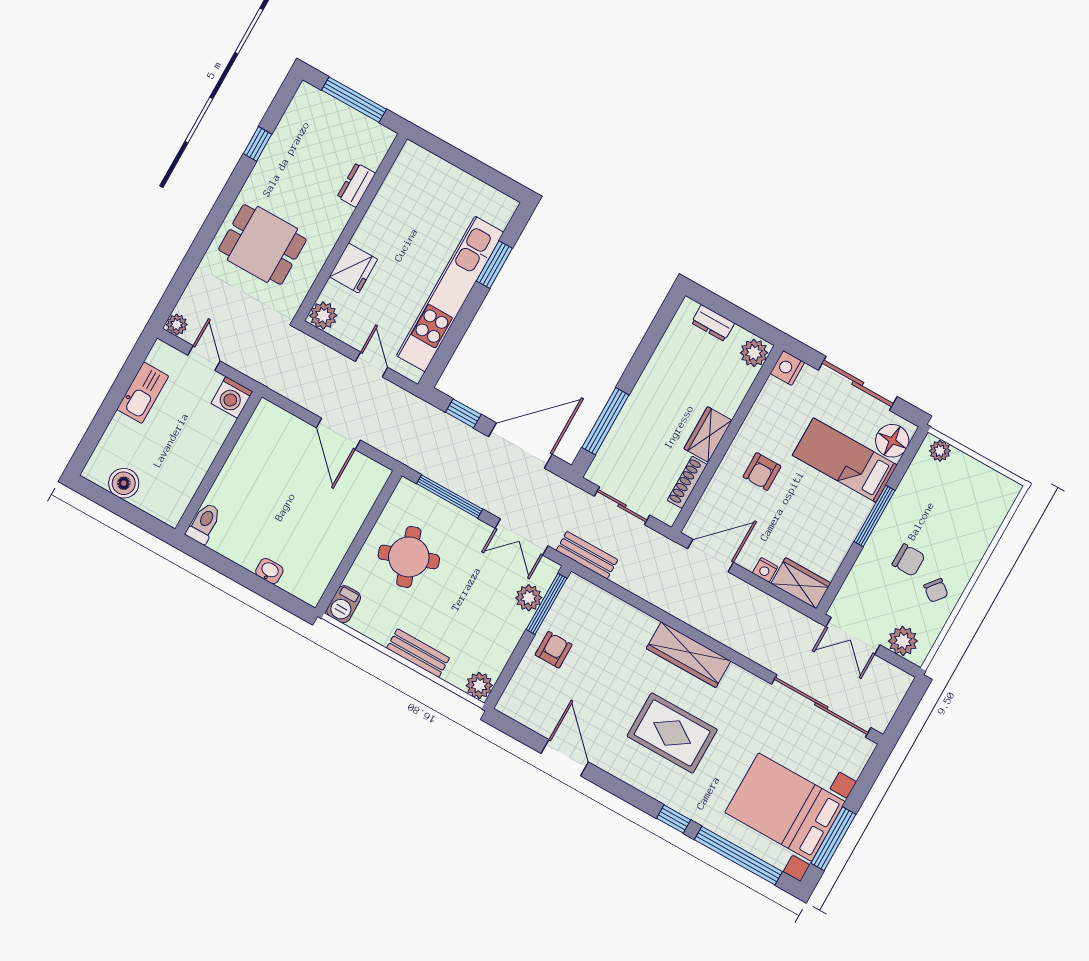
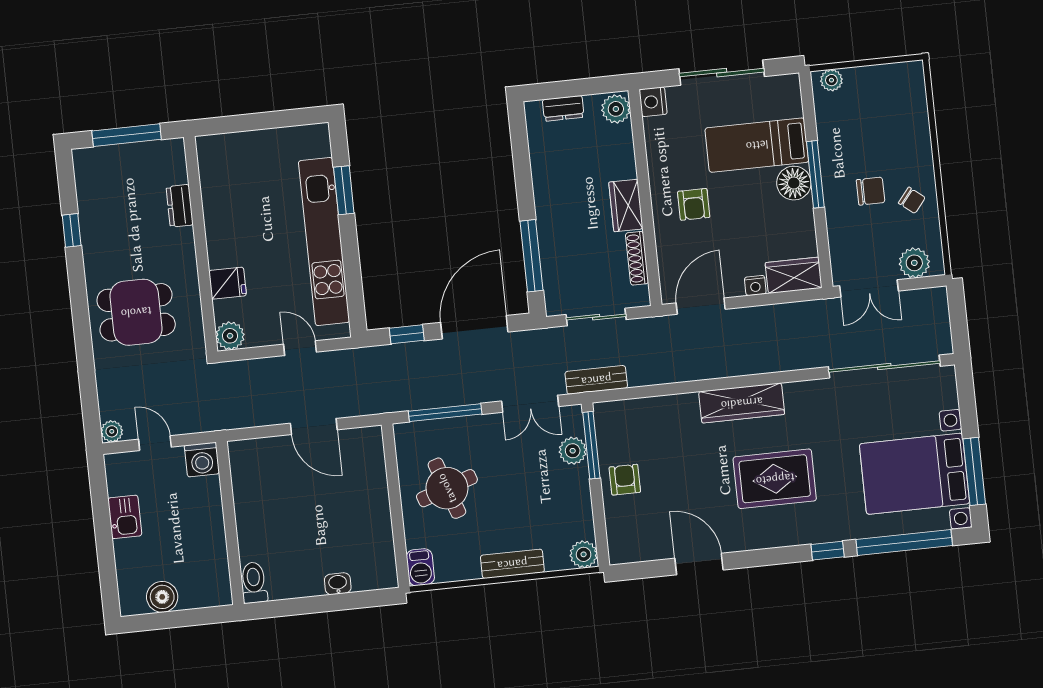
fridge: (353, 268) -> (228, 283), width x0.72
kitchen sink: (143, 393) -> (125, 517), width x0.73
floor lamp: (892, 441) -> (794, 183), moved

